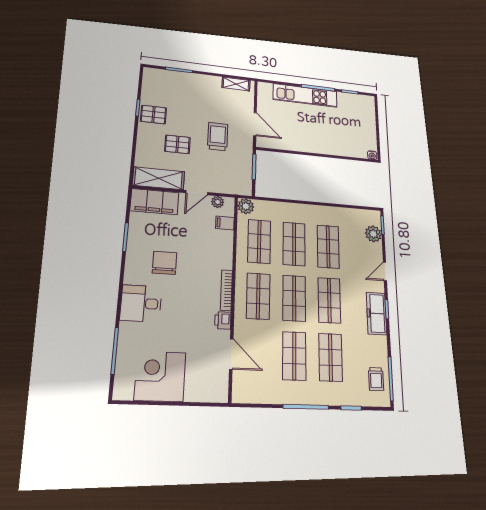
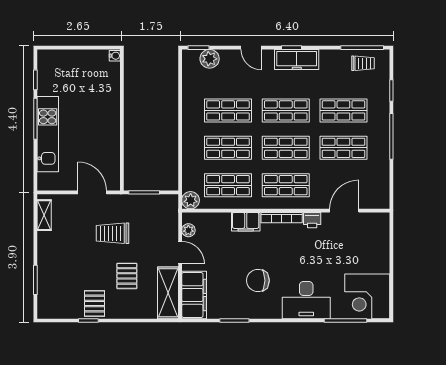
door: (255, 124) -> (92, 192), hinge flipped
filing cabinet: (225, 223) -> (246, 222), moved, width x2.00
desk: (141, 303) -> (306, 300), width x1.37
corner desk: (160, 376) -> (367, 296), moved

